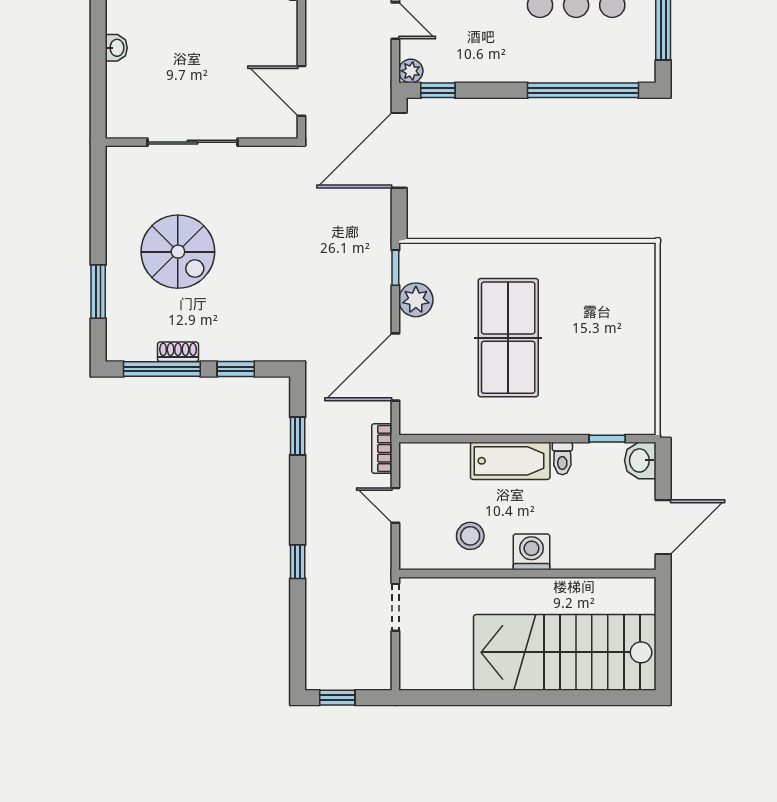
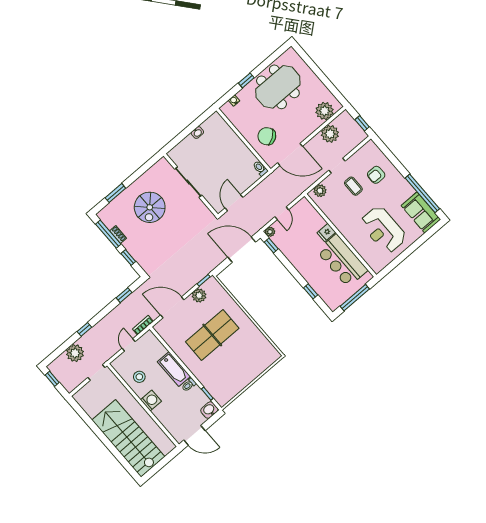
window: (583, 90) -> (311, 291), width x0.32
plant: (326, 616) -> (75, 353), added

